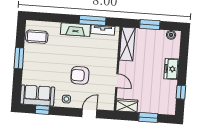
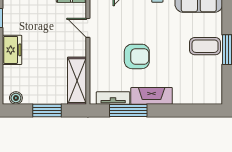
coffee table: (37, 37) -> (205, 46), moved
armchair: (80, 75) -> (137, 56), moved

